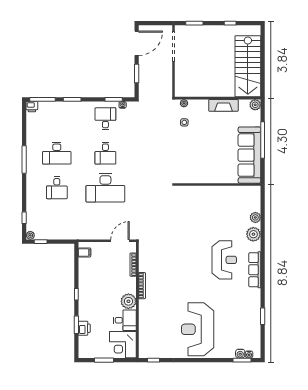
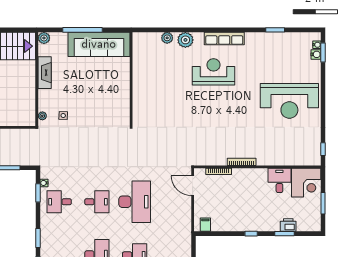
plant: (128, 301) -> (259, 177), removed

